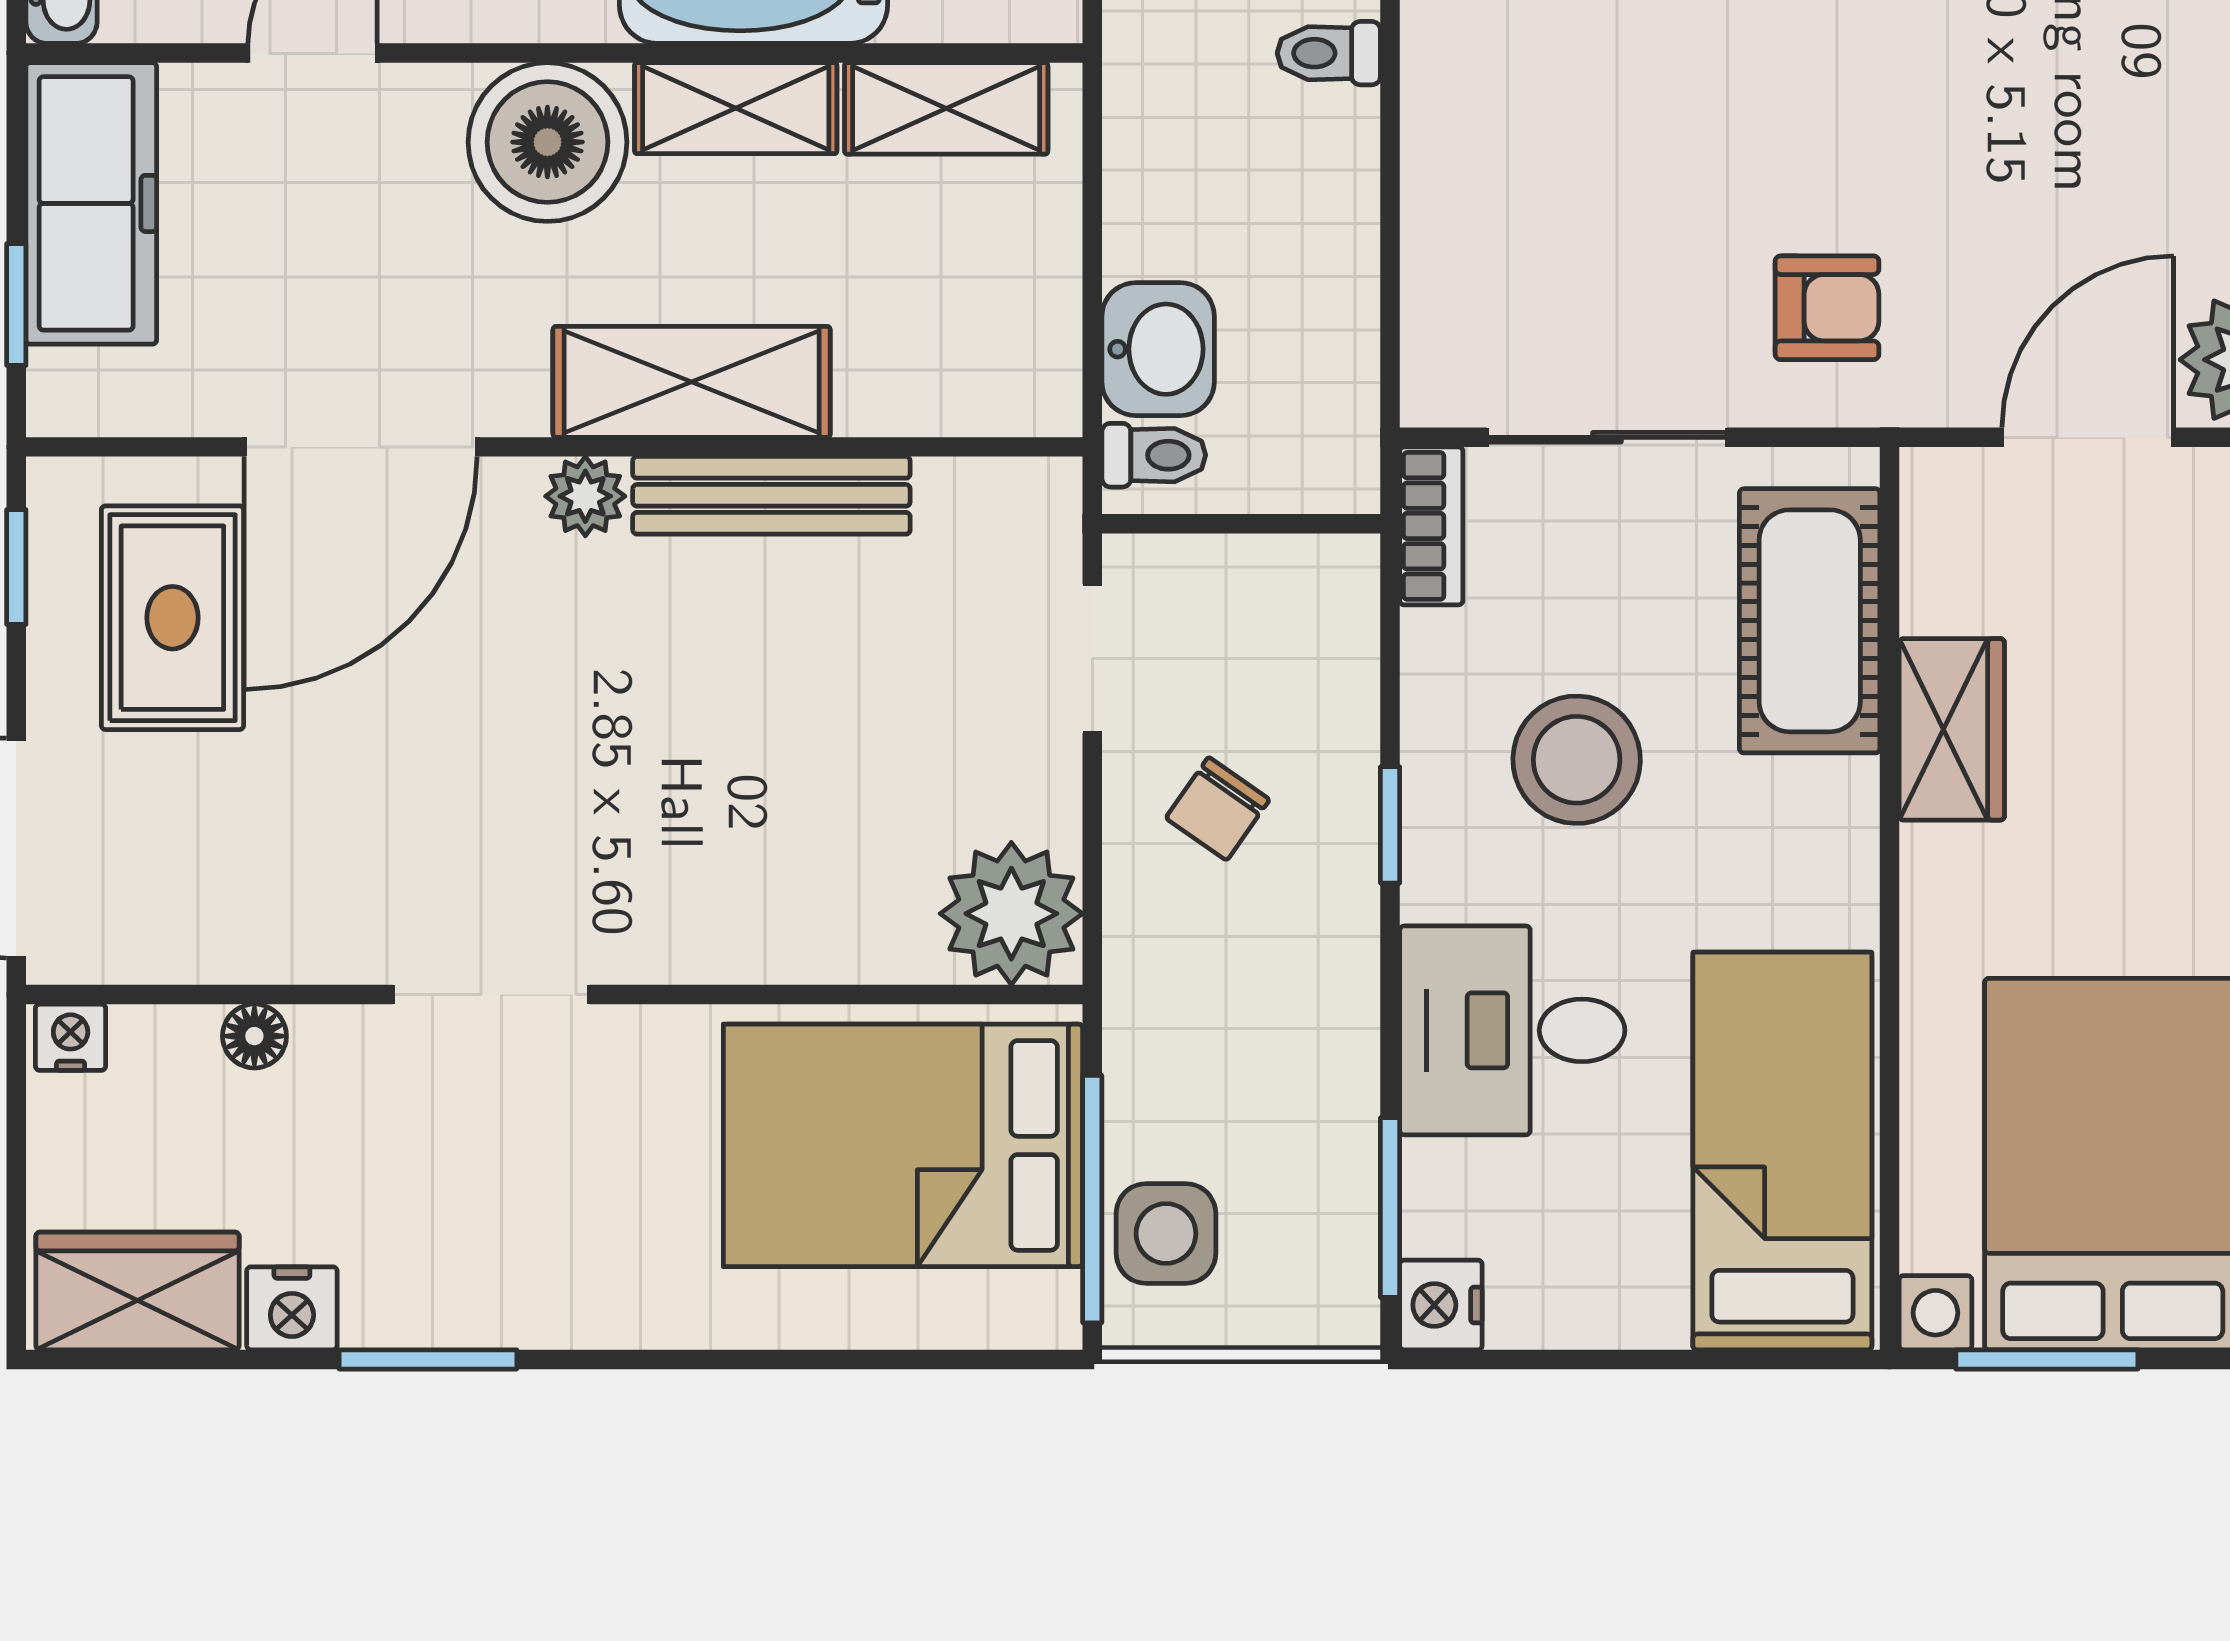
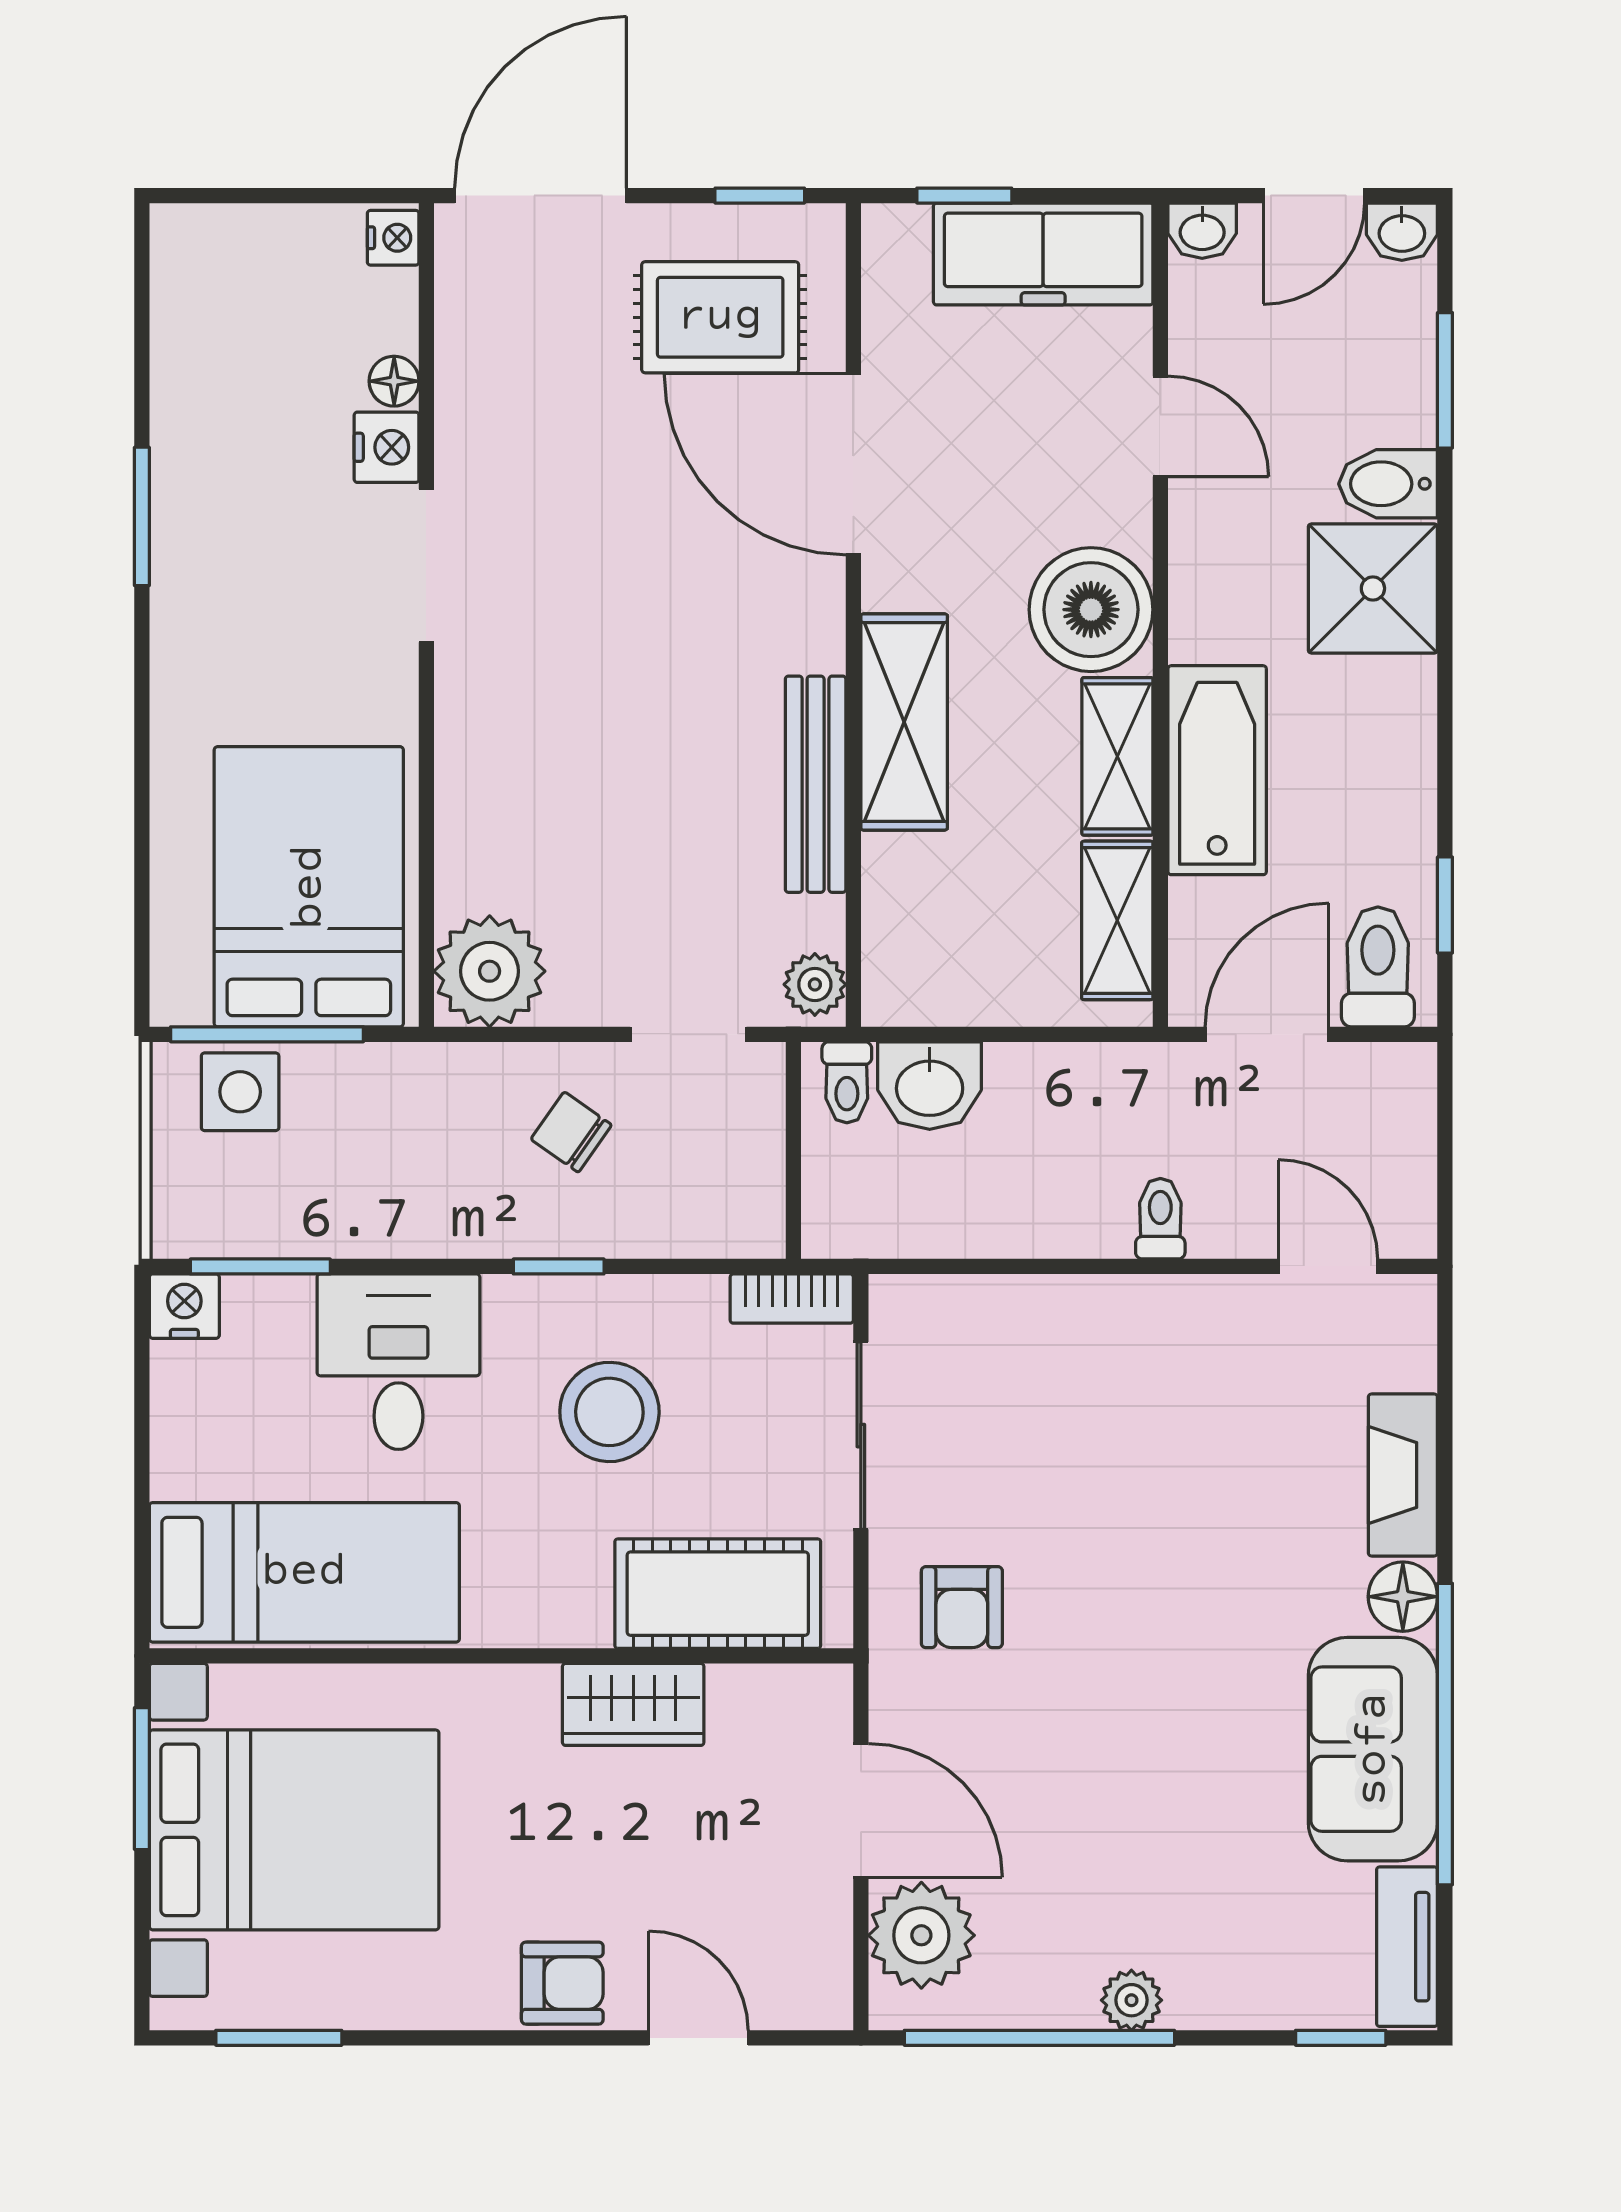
plant: (585, 496) -> (815, 984), moved
wardrobe: (137, 1291) -> (195, 290), removed
nightstand: (292, 1308) -> (387, 447), moved, turned 180

